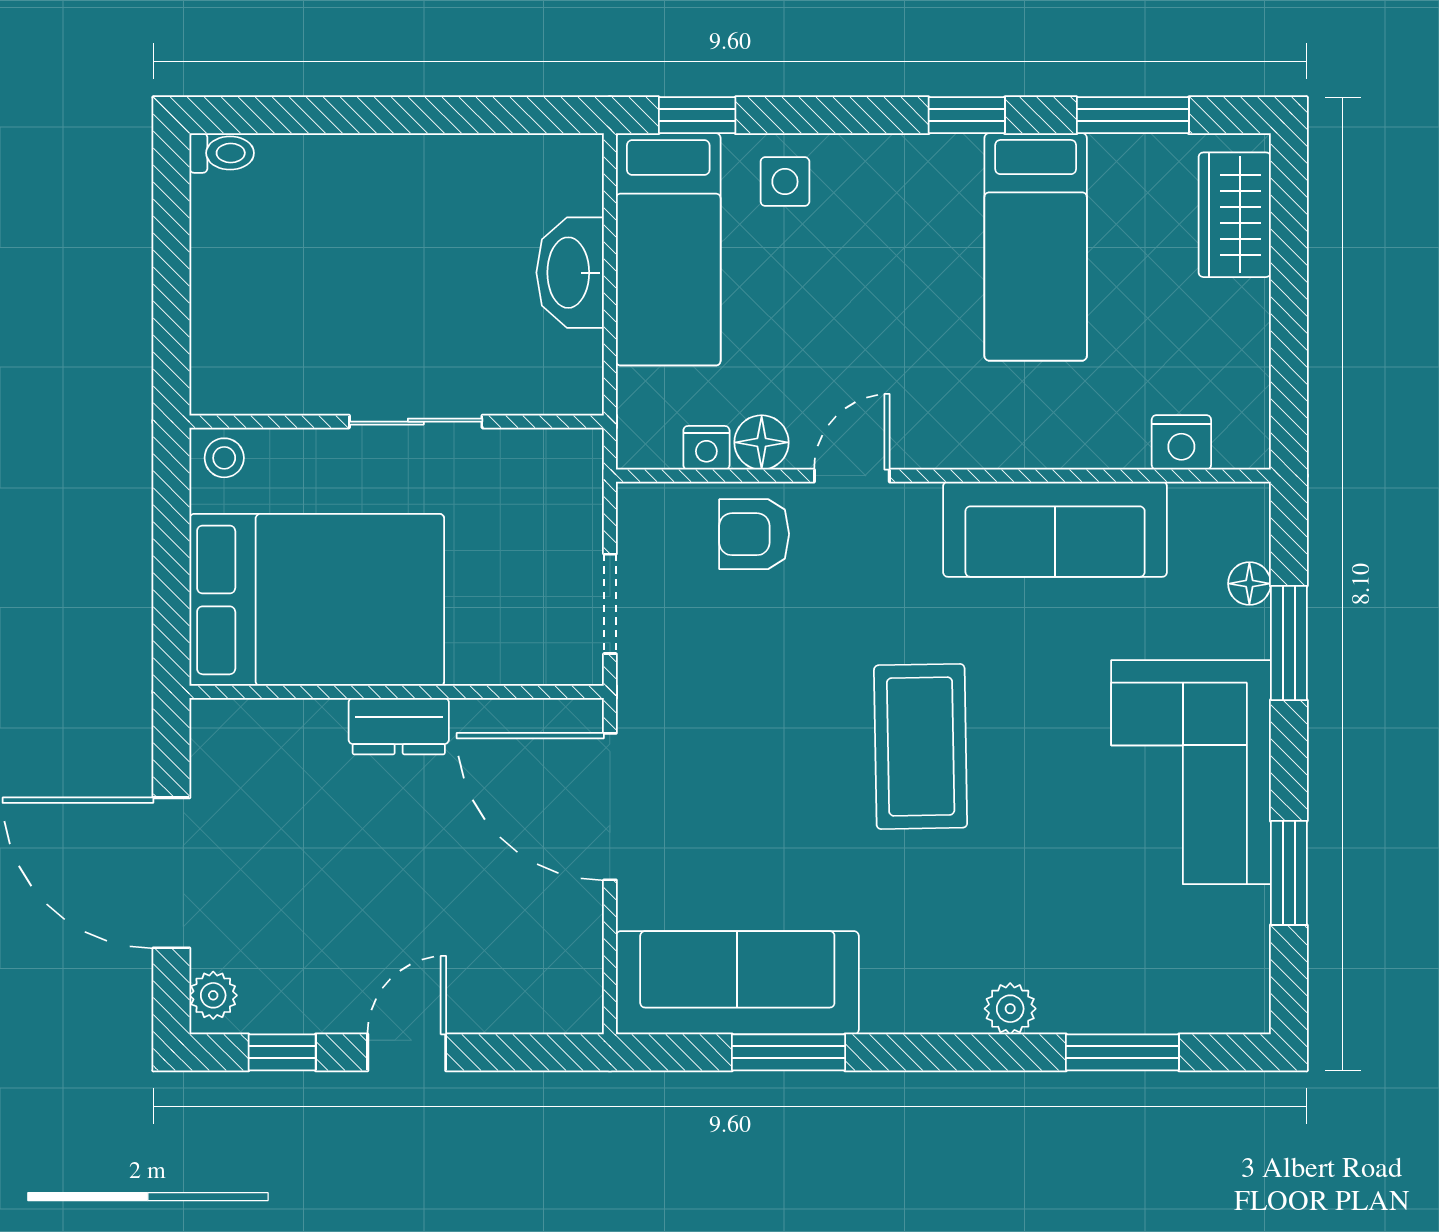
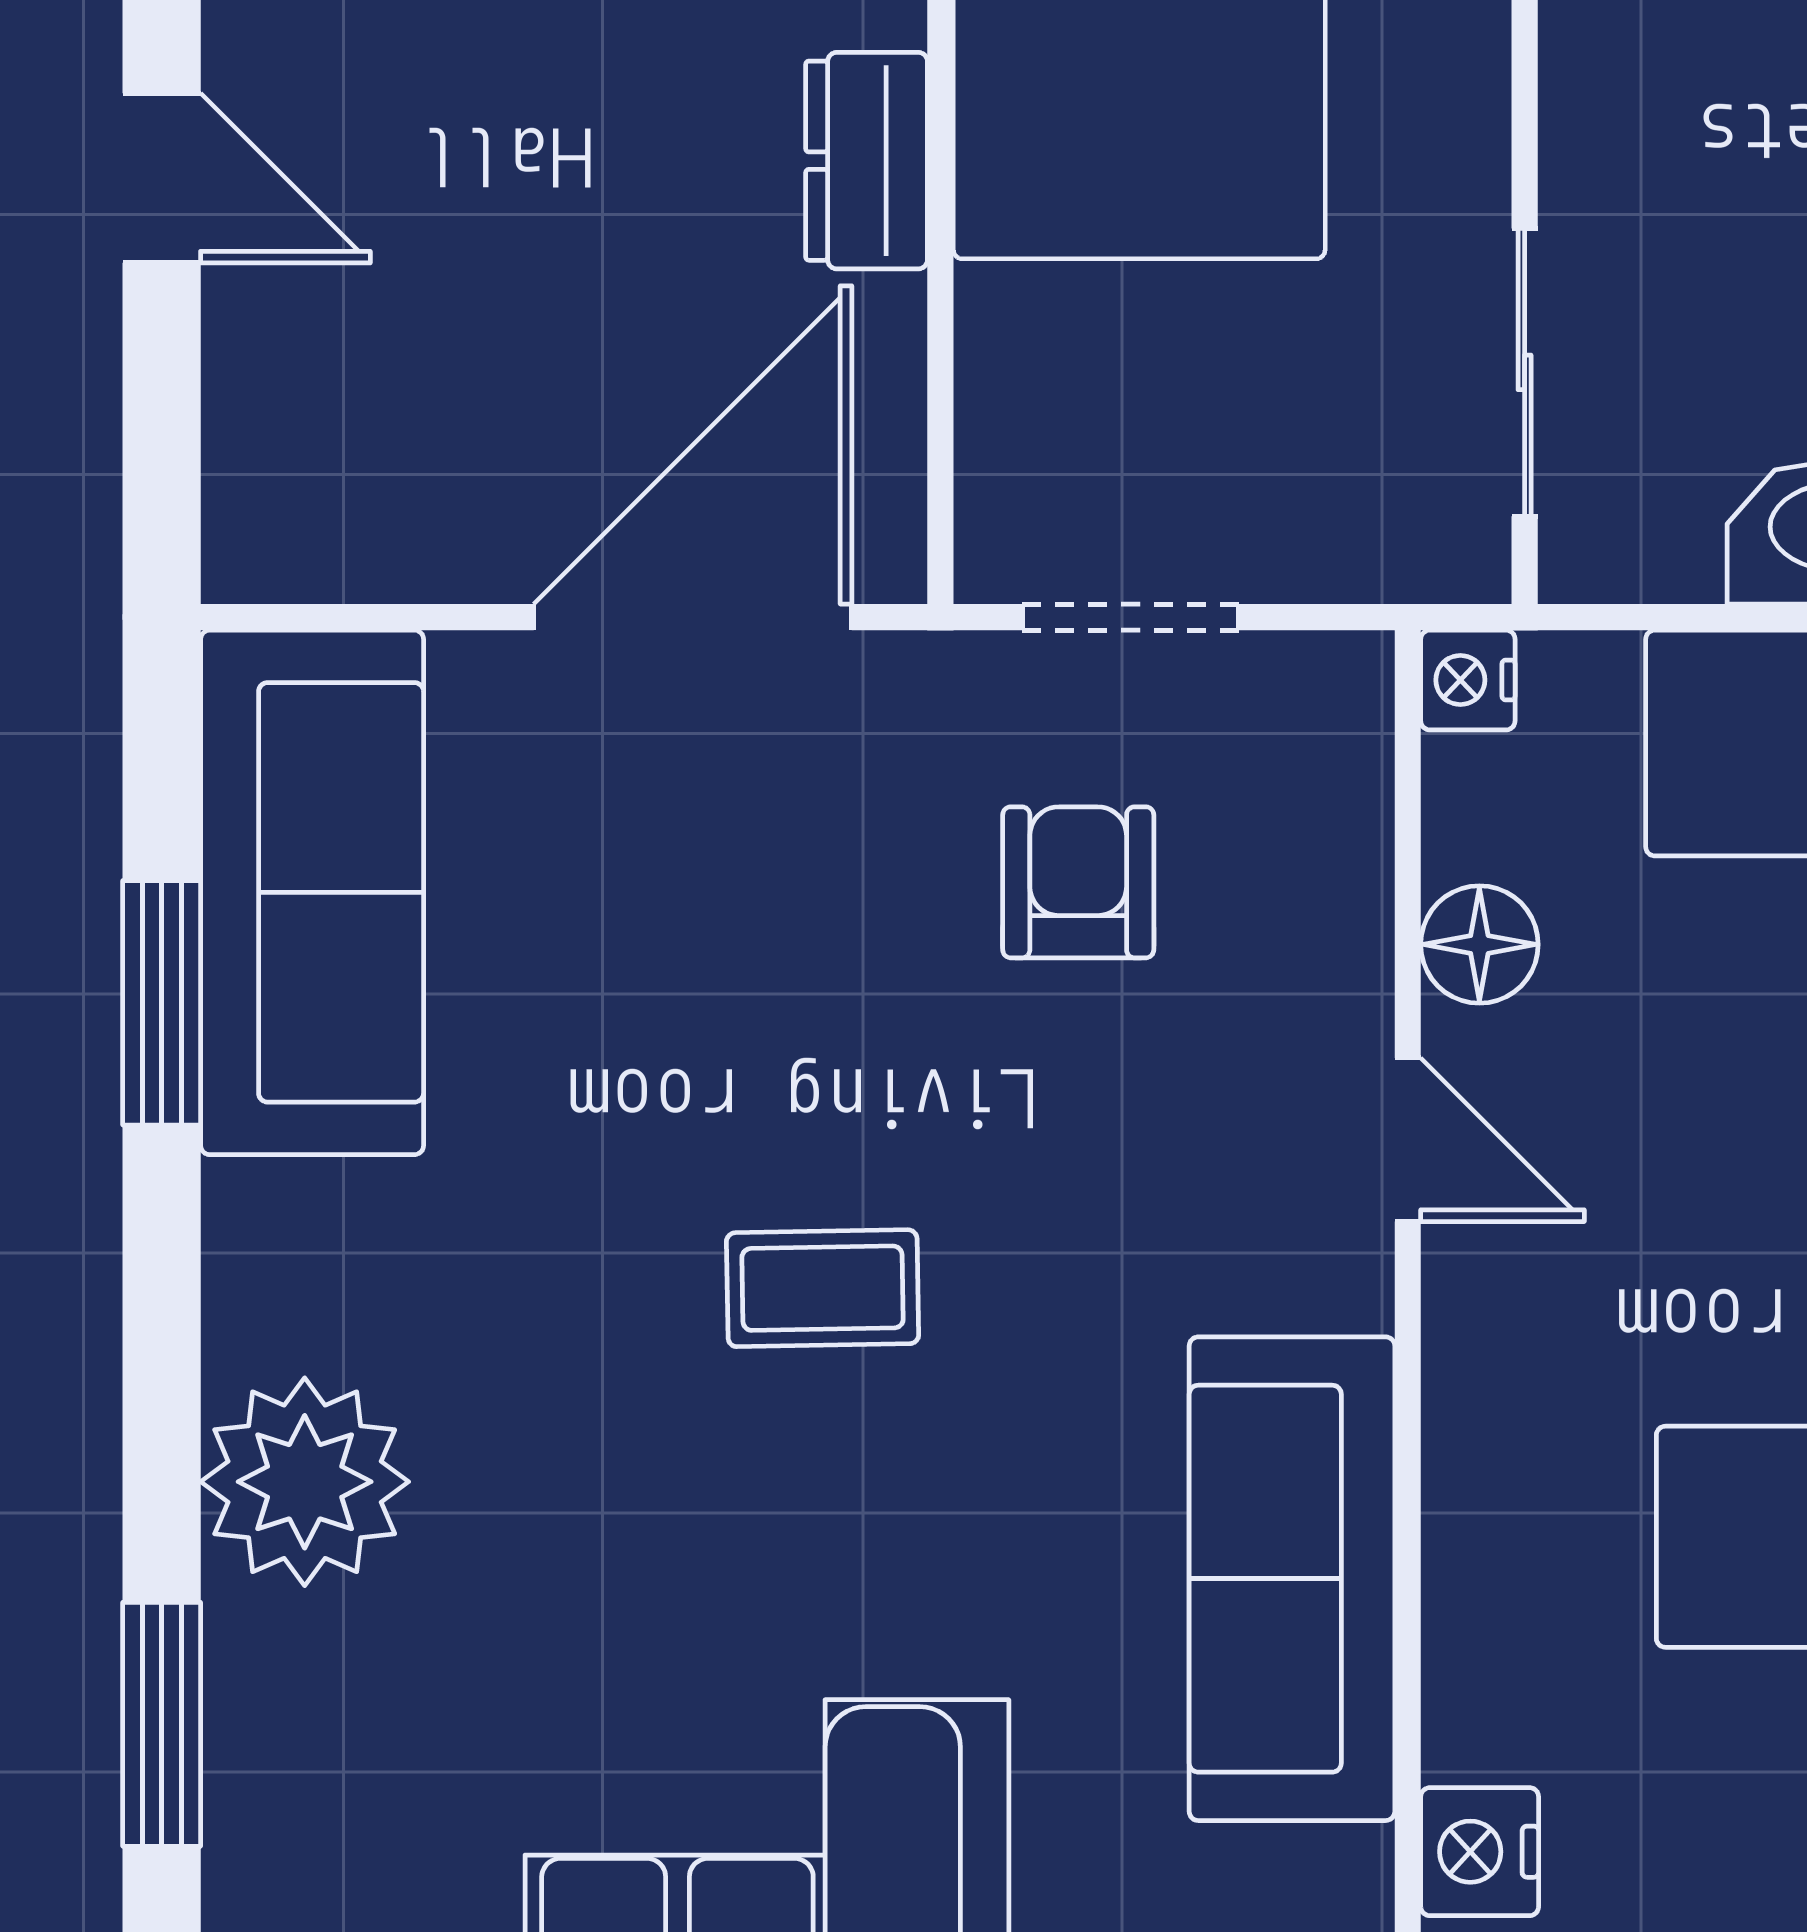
sliding door: (416, 422) -> (1525, 372), moved
nightstand: (706, 448) -> (1468, 680), moved
armchair: (754, 534) -> (1078, 882), moved
coffee table: (921, 746) -> (823, 1288), width x0.54, depth x0.58
plant: (1010, 1009) -> (305, 1482), width x1.87, depth x1.87

